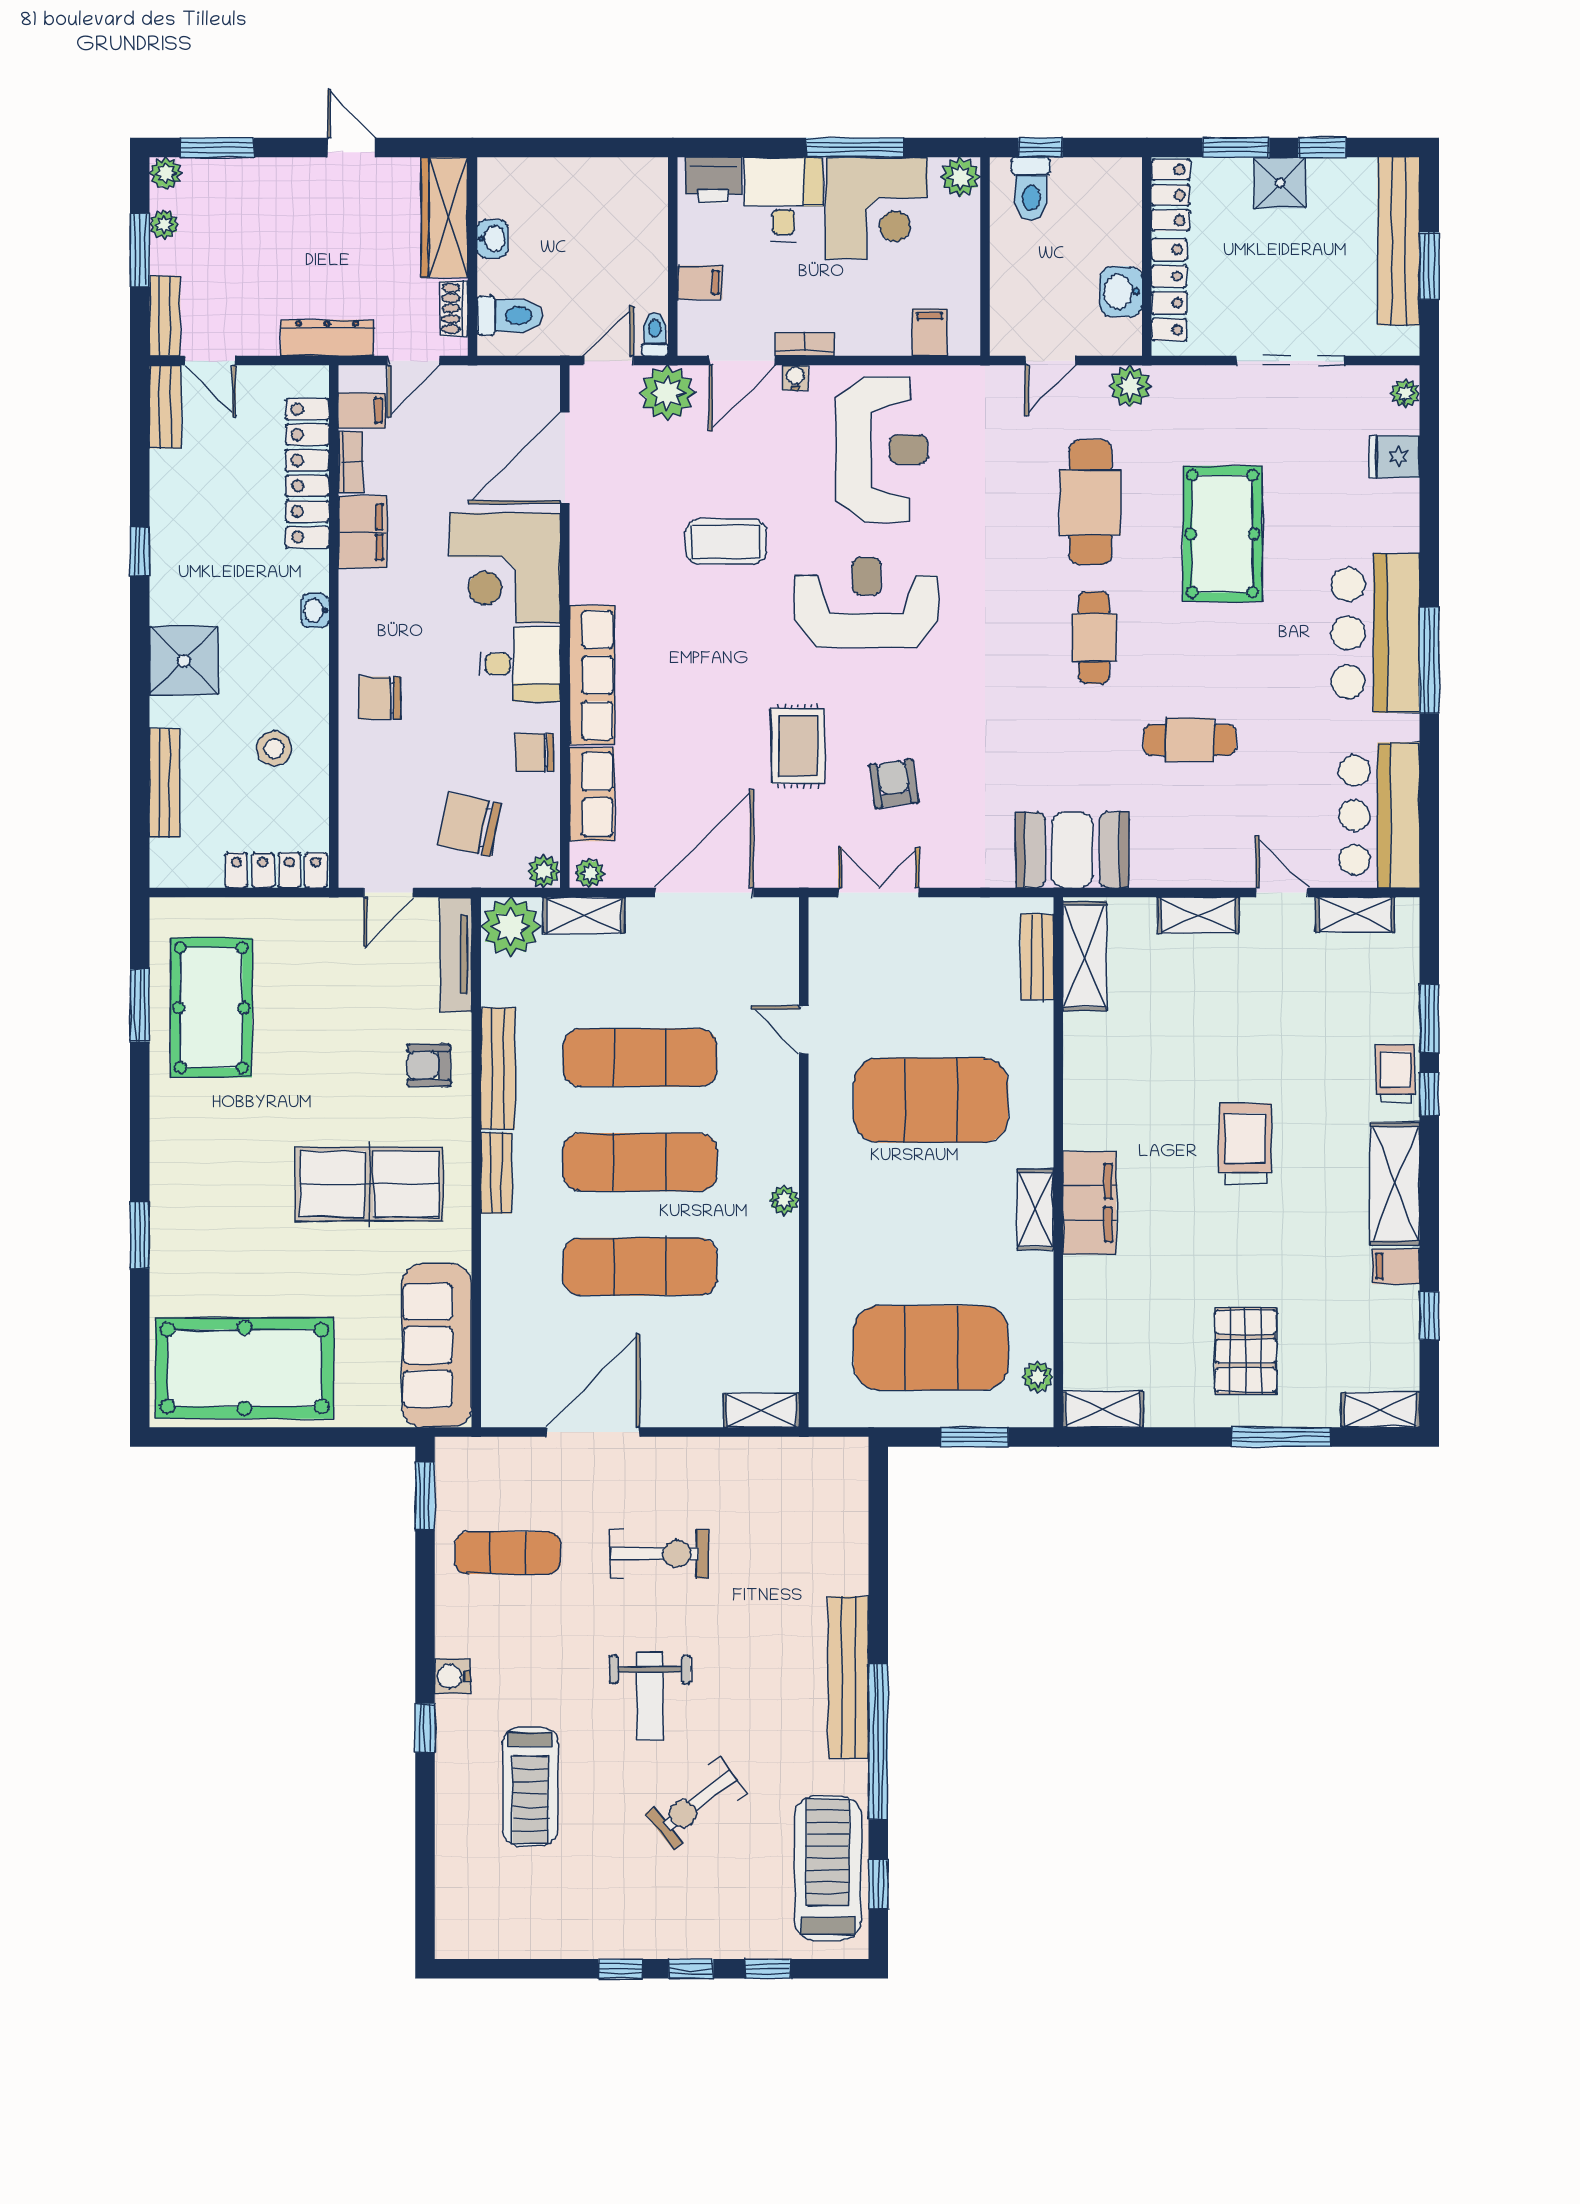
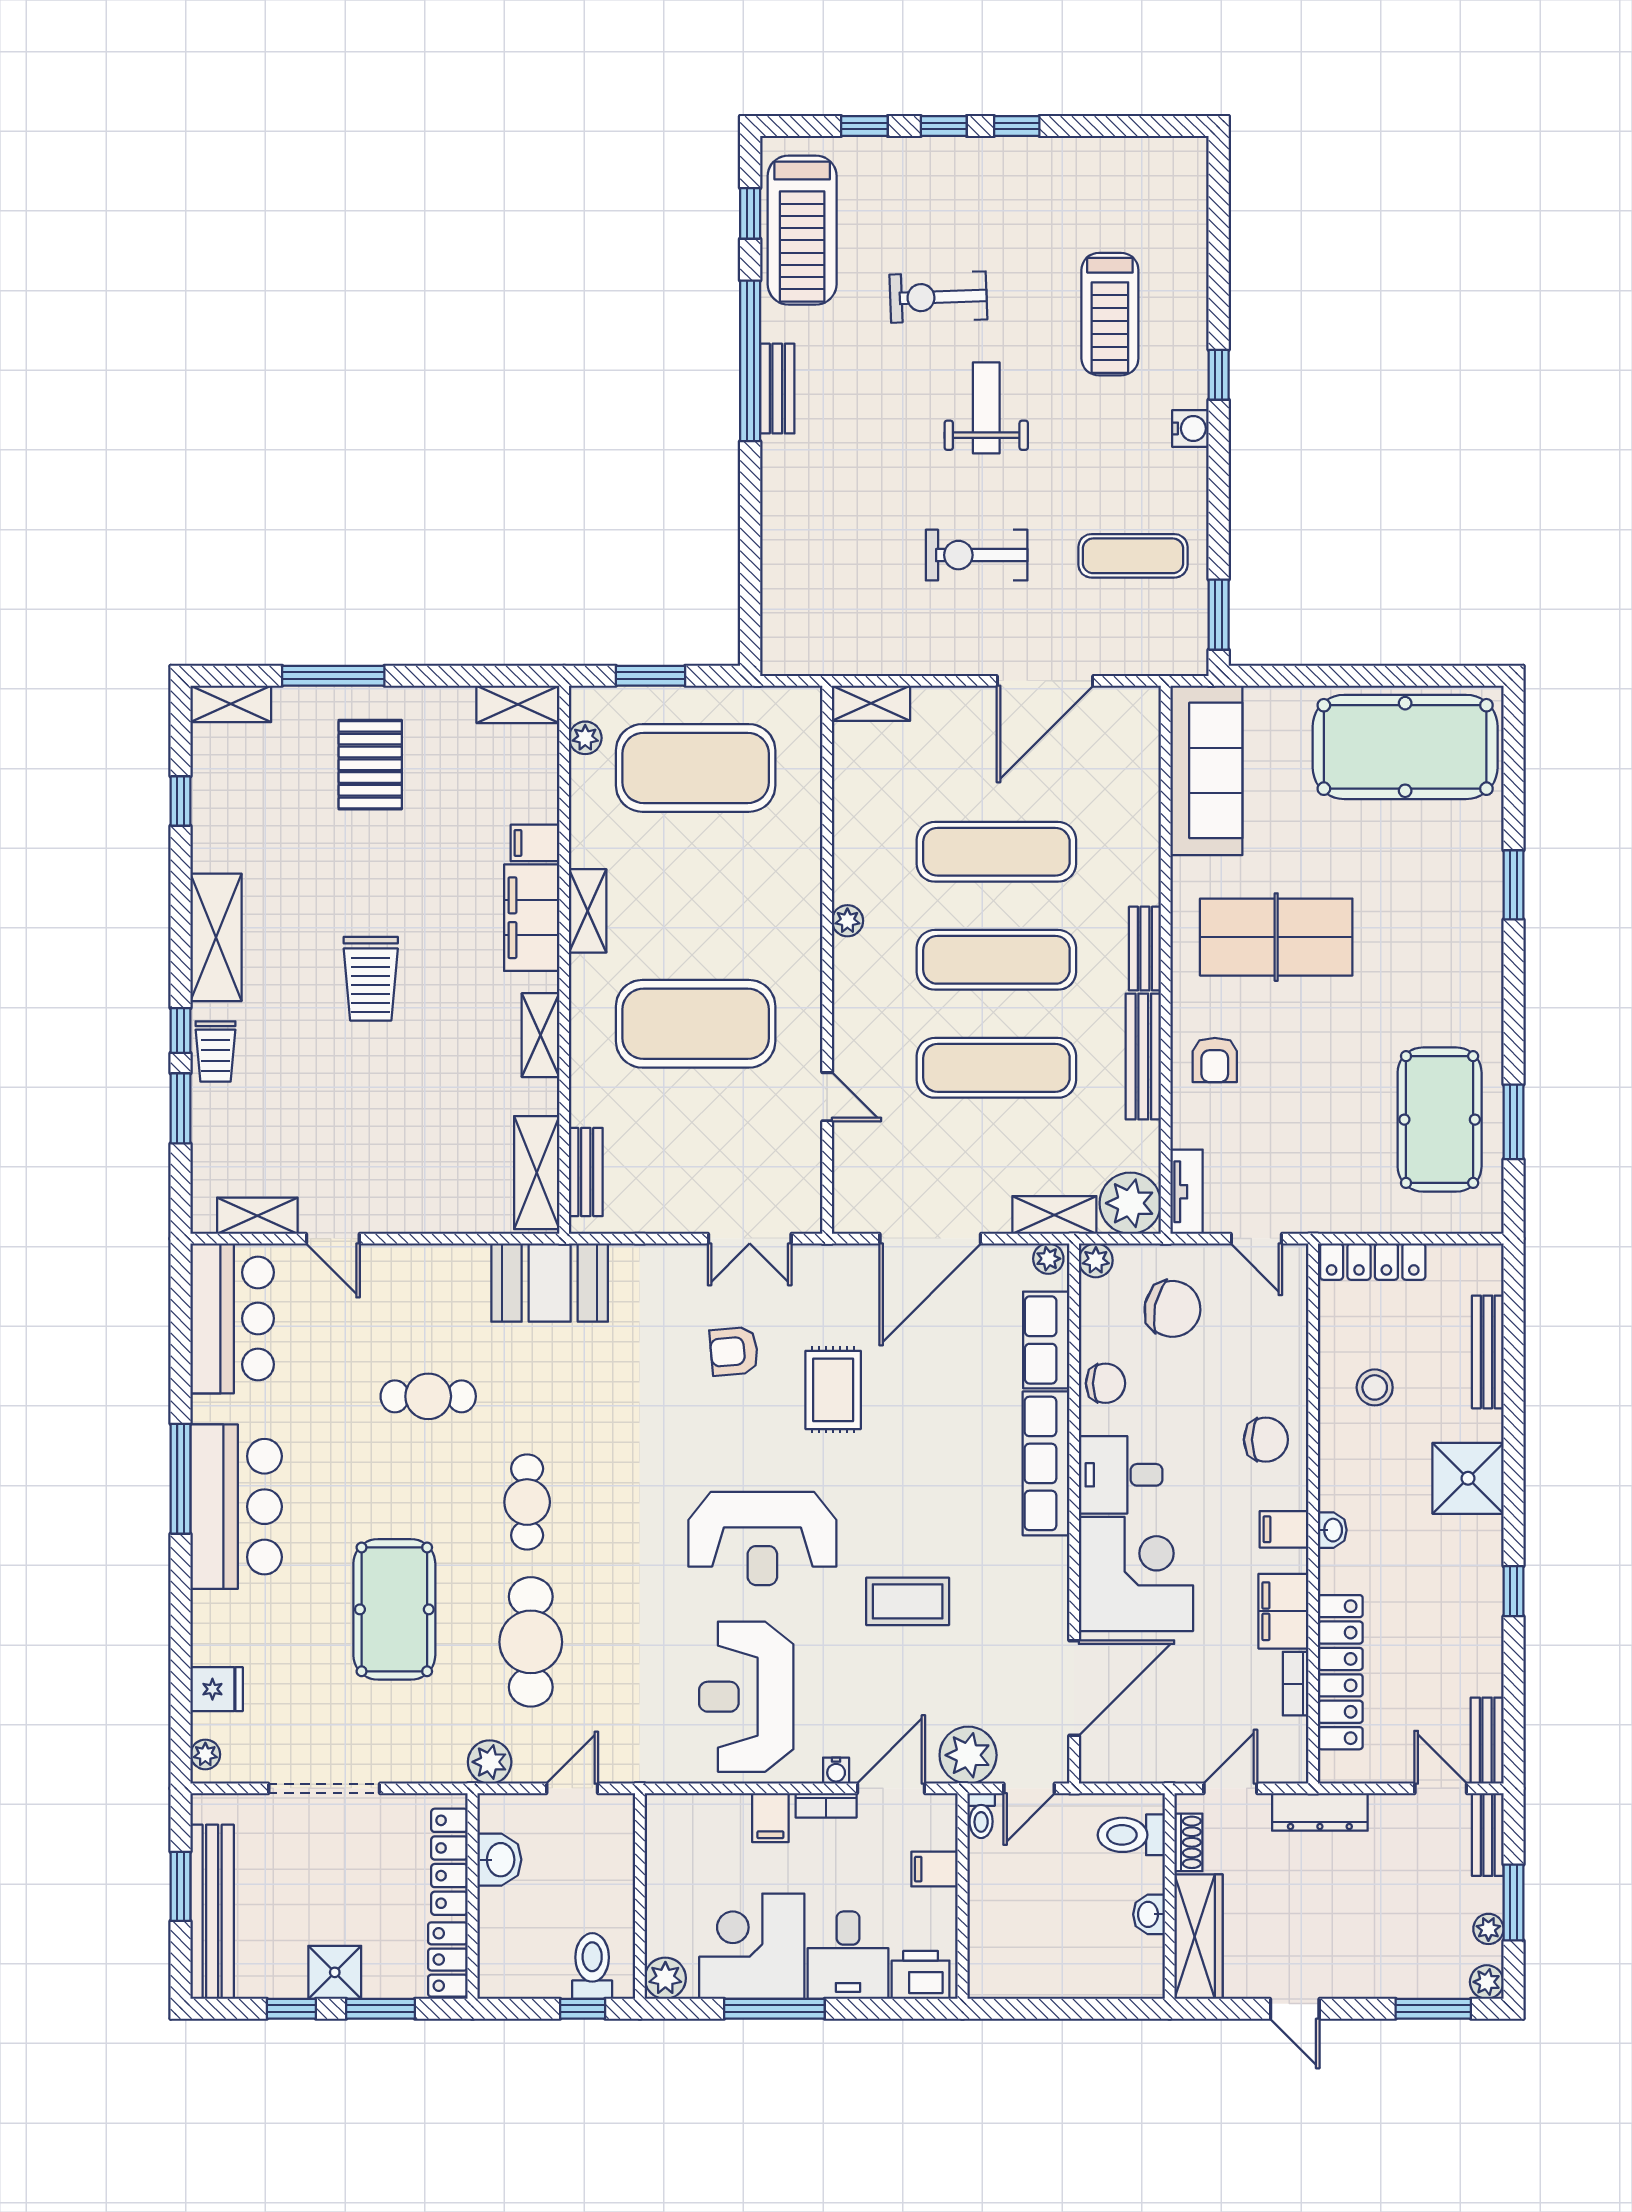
filing cabinet: (930, 332) -> (770, 1818), moved
filing cabinet: (362, 410) -> (1284, 1529), moved
armchair: (894, 784) -> (734, 1351), turned 93
door: (389, 892) -> (1256, 1239), swing flipped
shelving: (1198, 915) -> (541, 1035), moved, turned 90
tv unit: (456, 954) -> (1187, 1192), width x0.71
armchair: (429, 1065) -> (1215, 1060), turned 90
filing cabinet: (1396, 1266) -> (535, 843), moved, turned 180
bench: (848, 1677) -> (777, 389), width x0.54, depth x0.82
treadmill: (530, 1787) -> (1110, 314), turned 180
exercise bike: (696, 1803) -> (938, 297), turned -144

